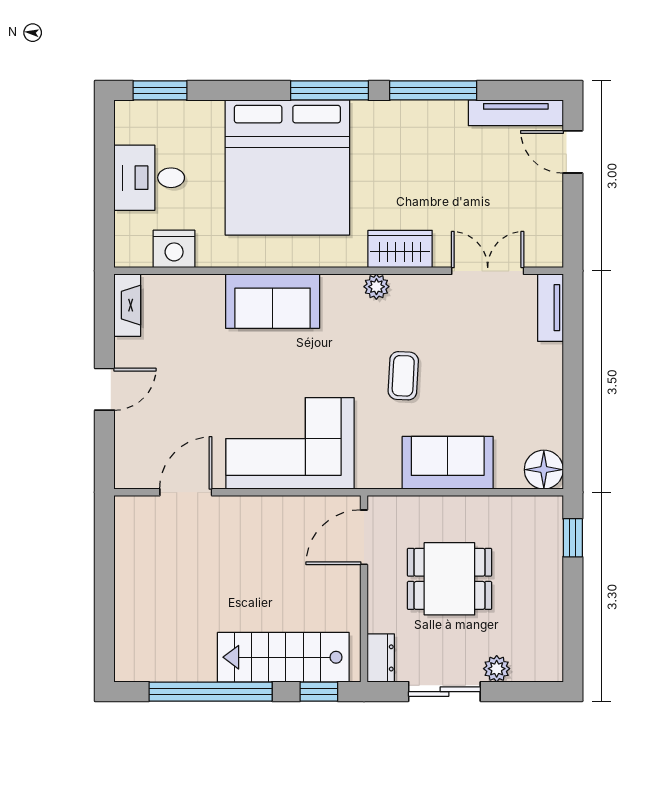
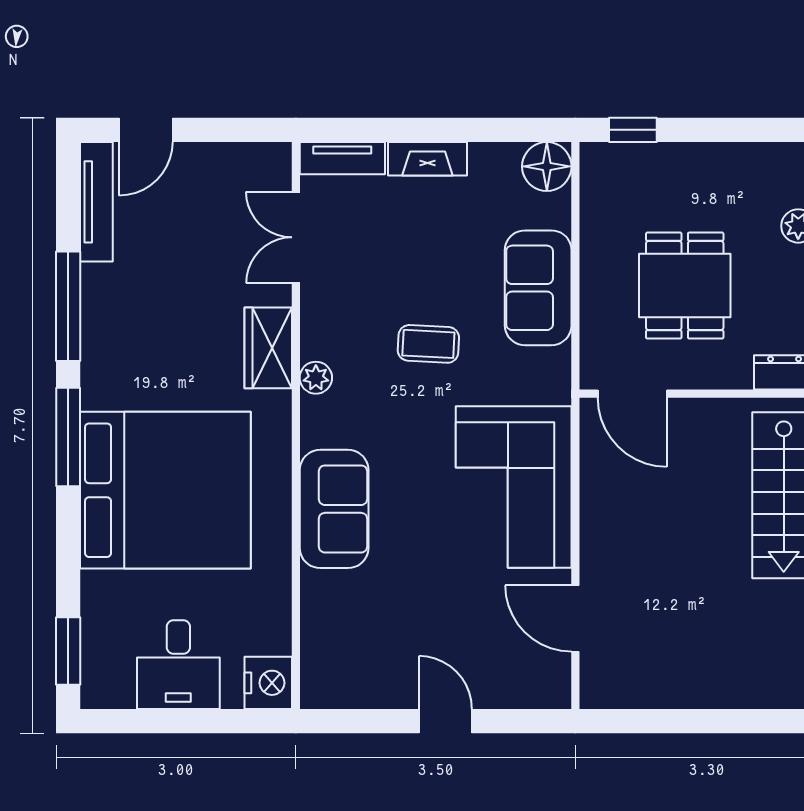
nightstand: (174, 249) -> (268, 683), moved
fireplace: (127, 305) -> (427, 159), moved, turned 180

